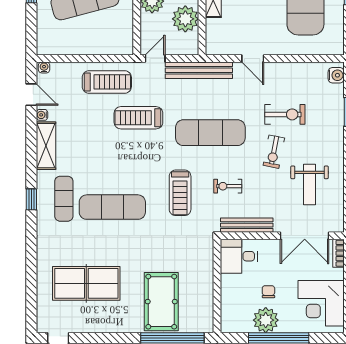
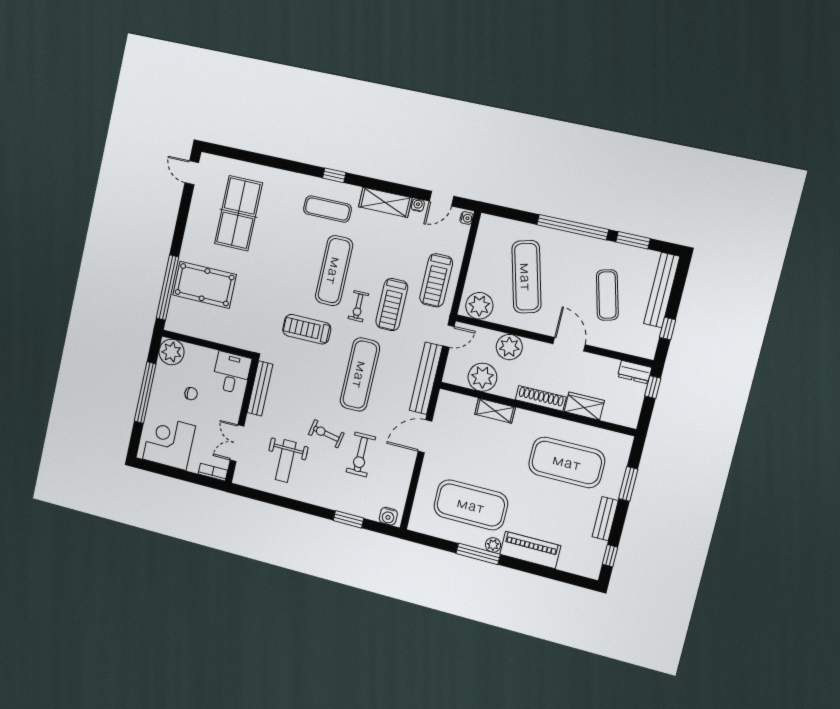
plant: (121, 37) -> (479, 306), added
door: (155, 59) -> (449, 336), hinge flipped
door: (253, 59) -> (425, 436), width x1.38
treadmill: (138, 118) -> (392, 305), turned 180
weight bench: (310, 185) -> (286, 461), turned -90
exercise bike: (228, 186) -> (358, 306), moved, turned 180
exercise mat: (112, 207) -> (334, 271), moved
double door: (305, 236) -> (237, 443), width x0.73
plant: (266, 320) -> (172, 352), moved

